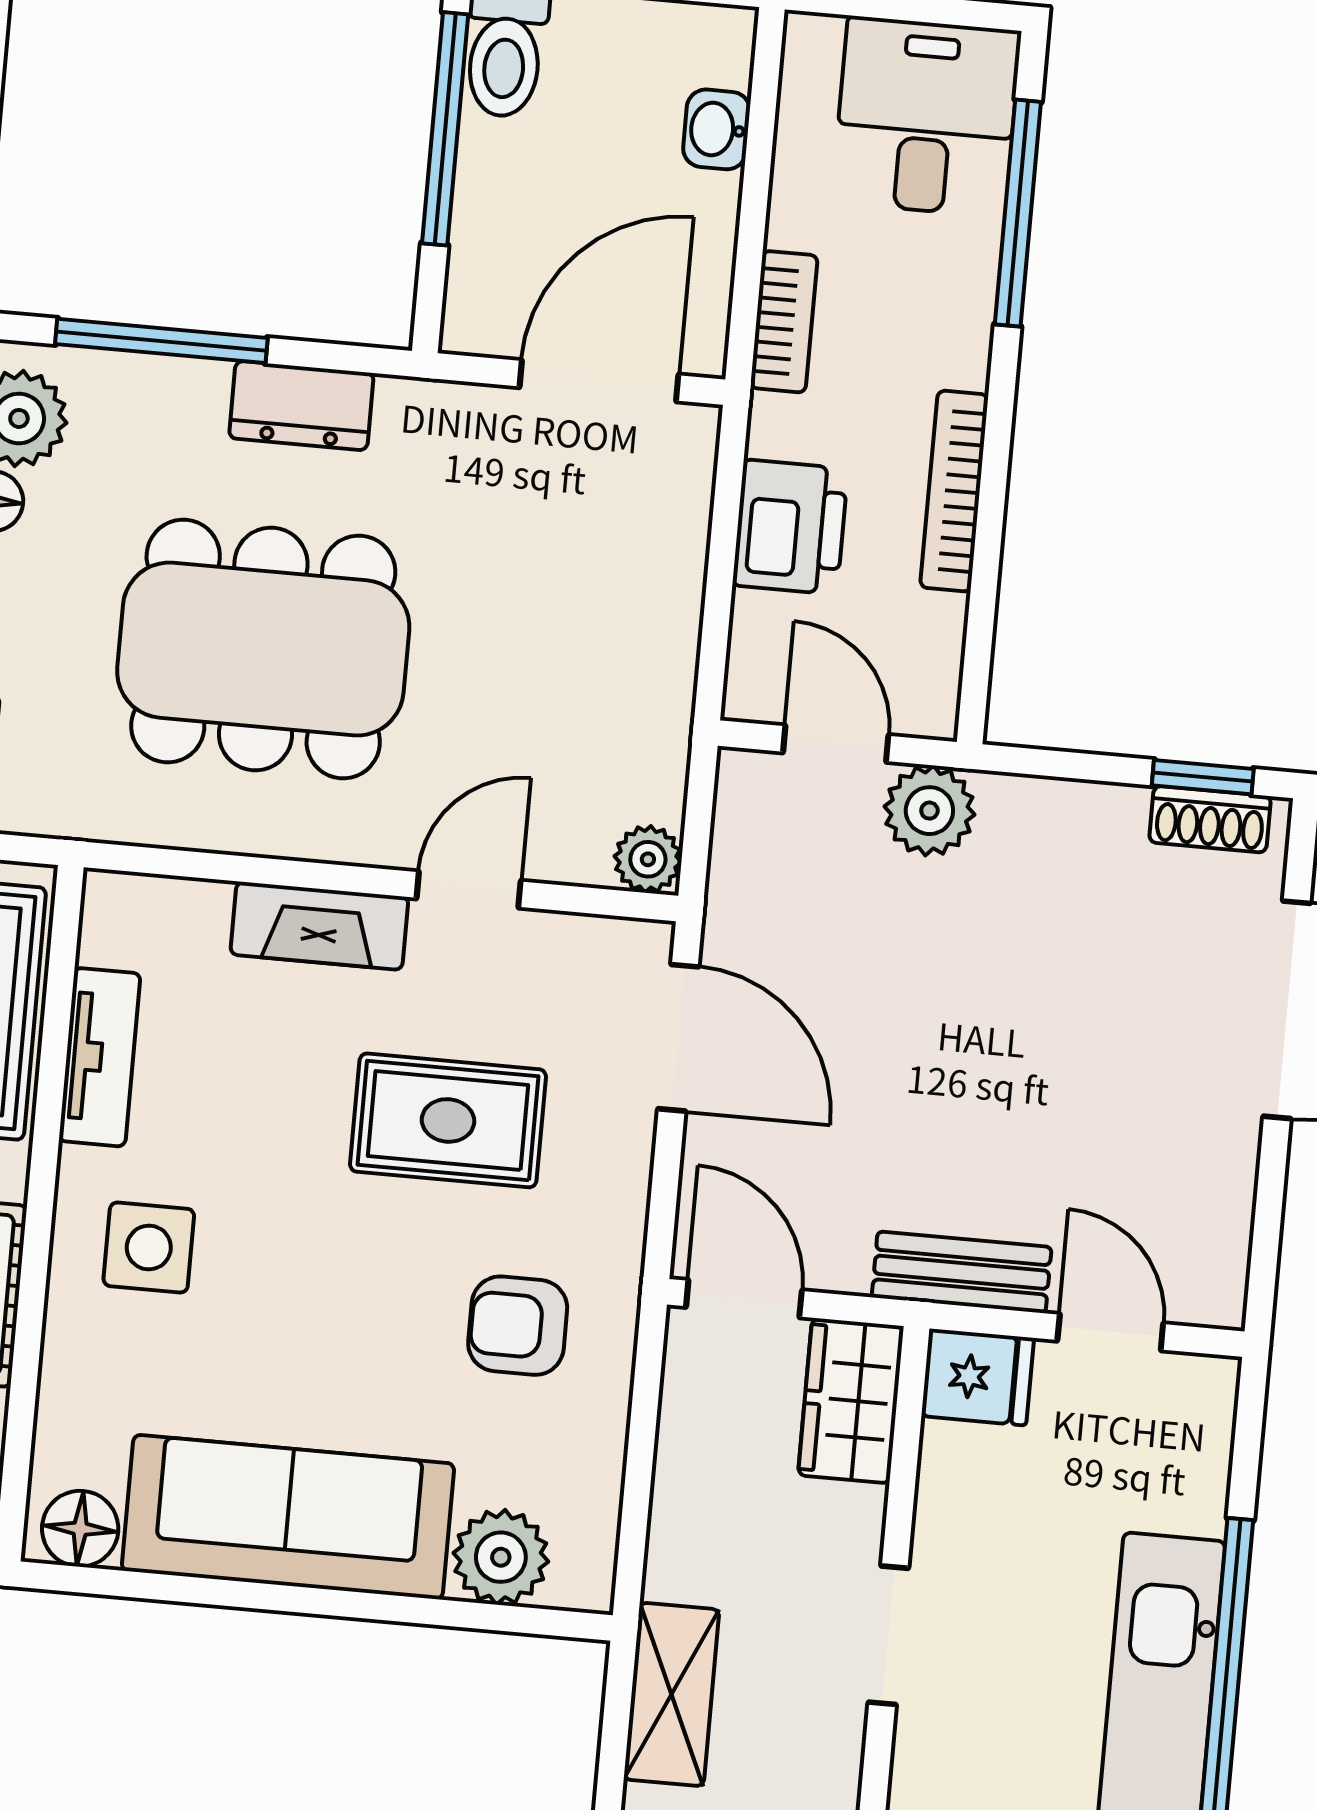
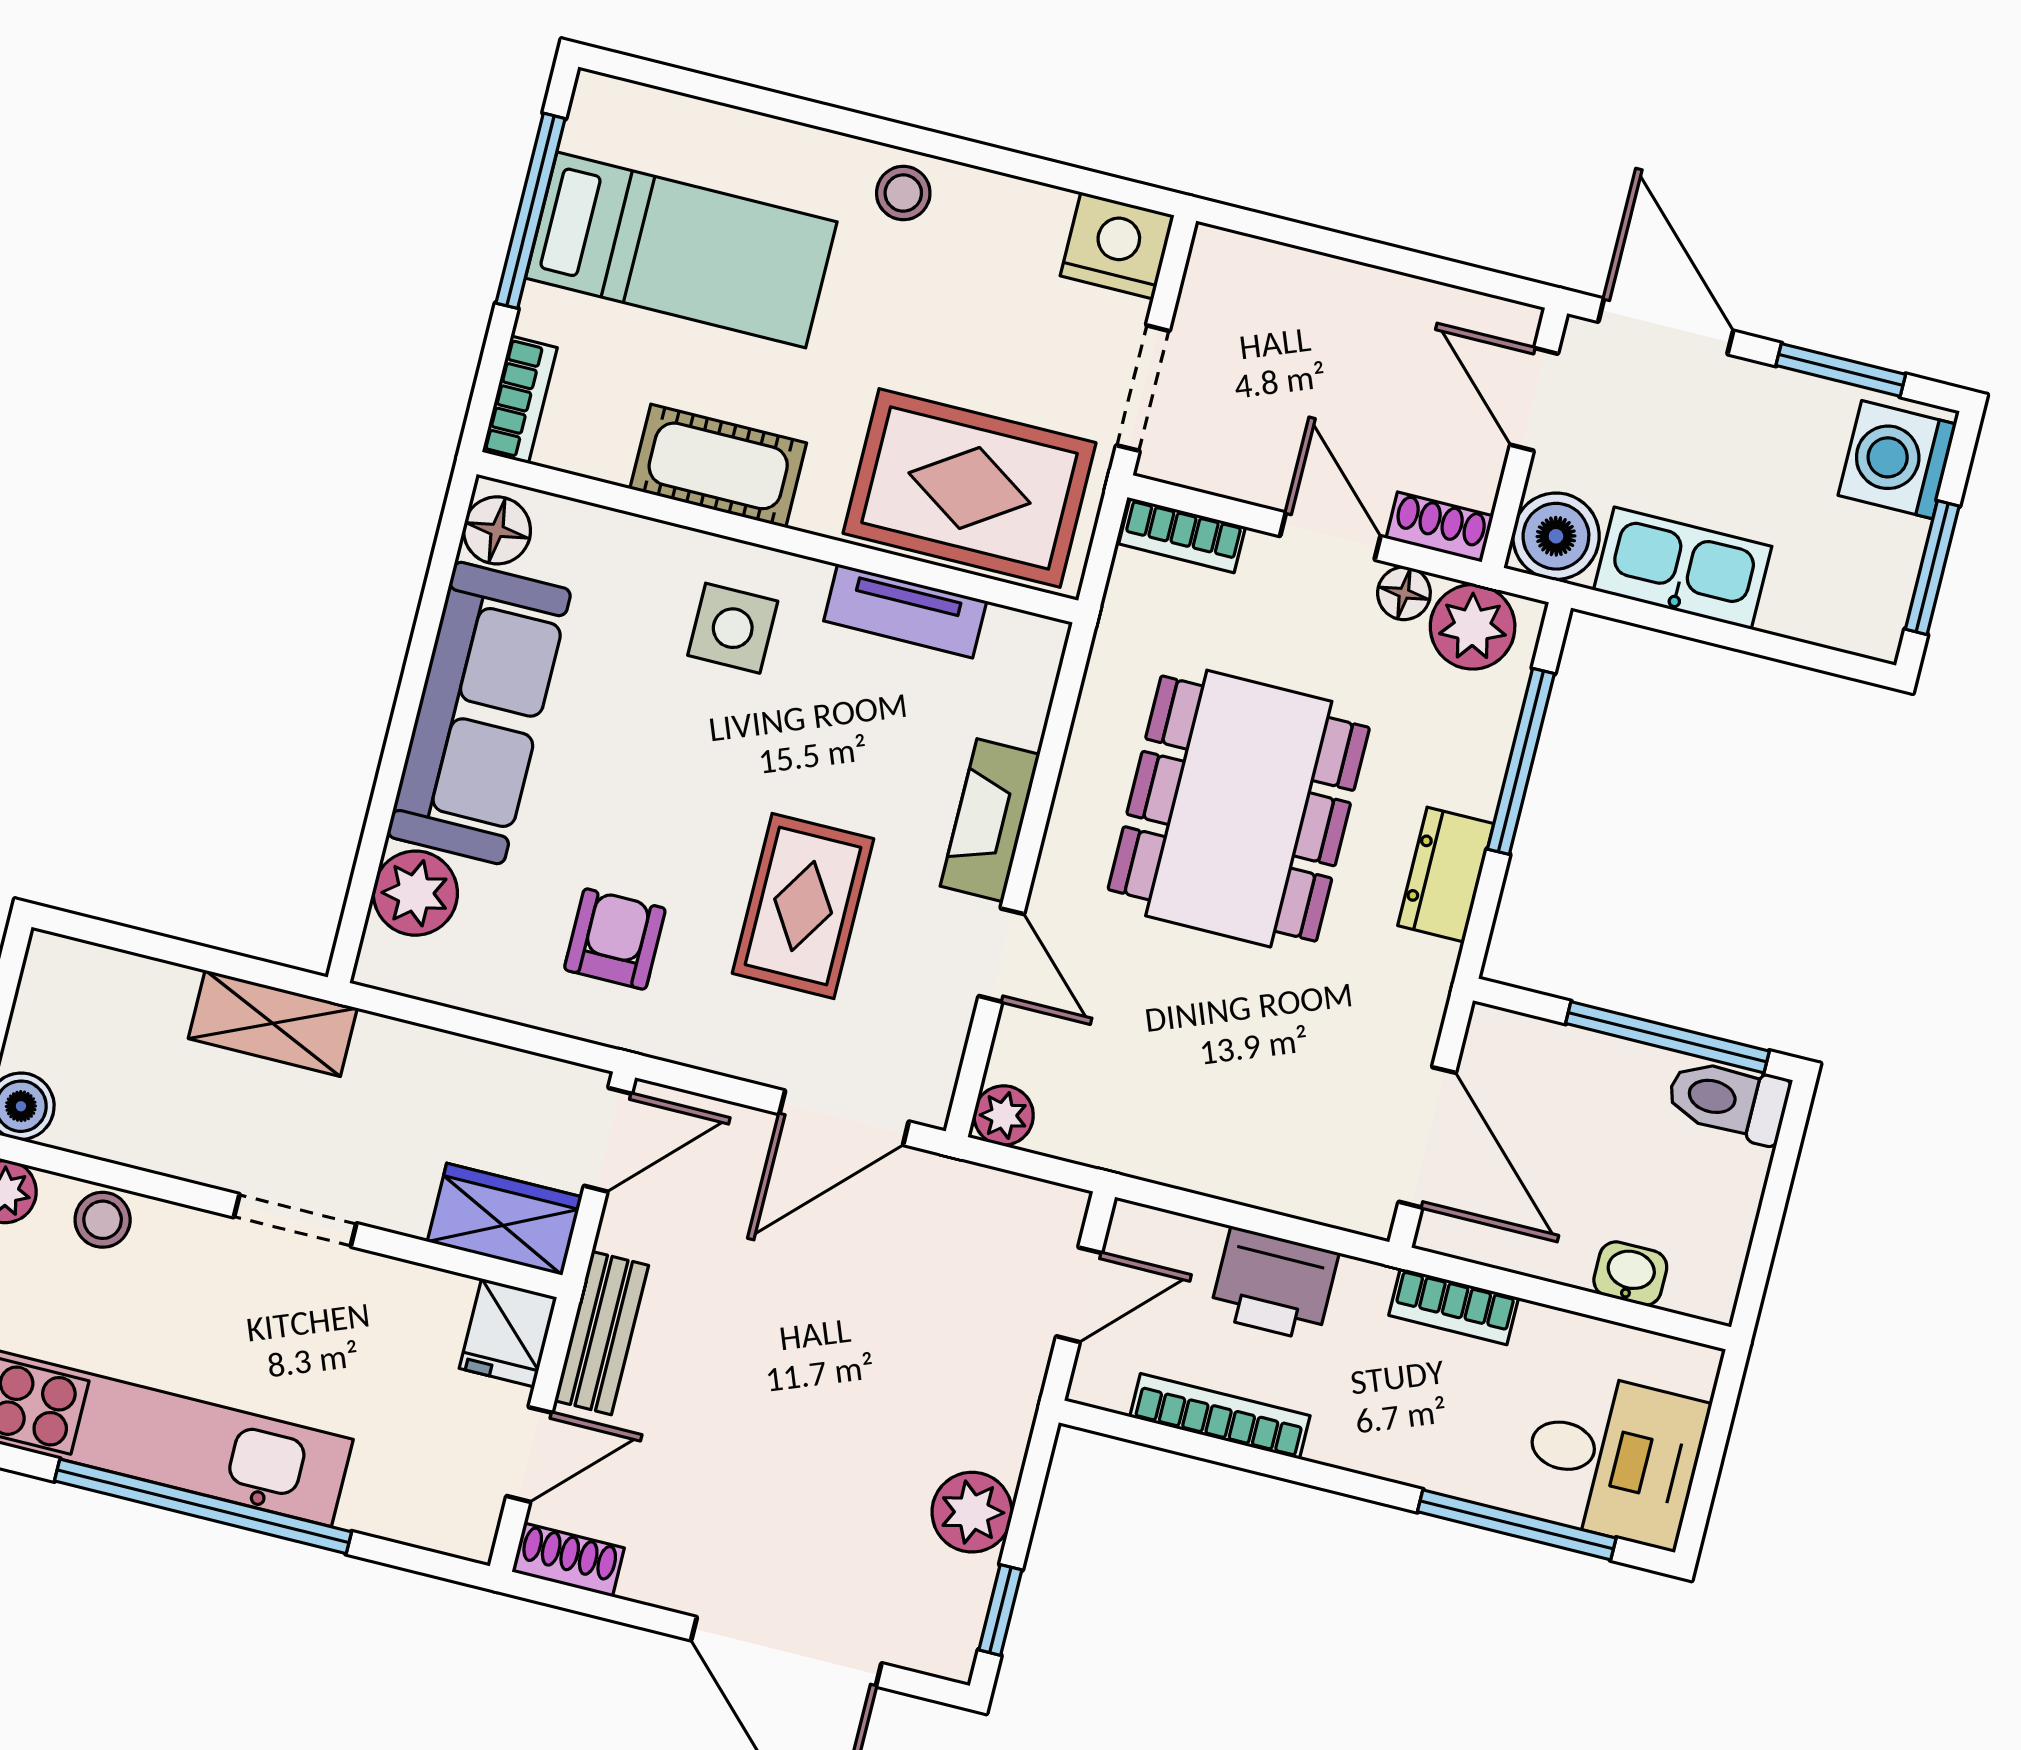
bookcase: (954, 491) -> (1220, 1416), moved
plant: (929, 811) -> (972, 1512), moved
shoe rack: (1210, 819) -> (568, 1560), moved, turned 90

